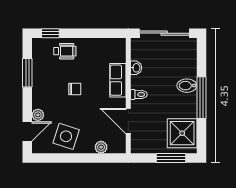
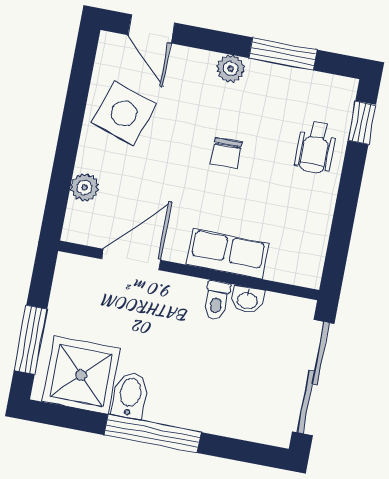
bidet: (187, 86) -> (130, 396), moved
toilet: (139, 94) -> (217, 300), moved
plant: (38, 115) -> (231, 69), moved

